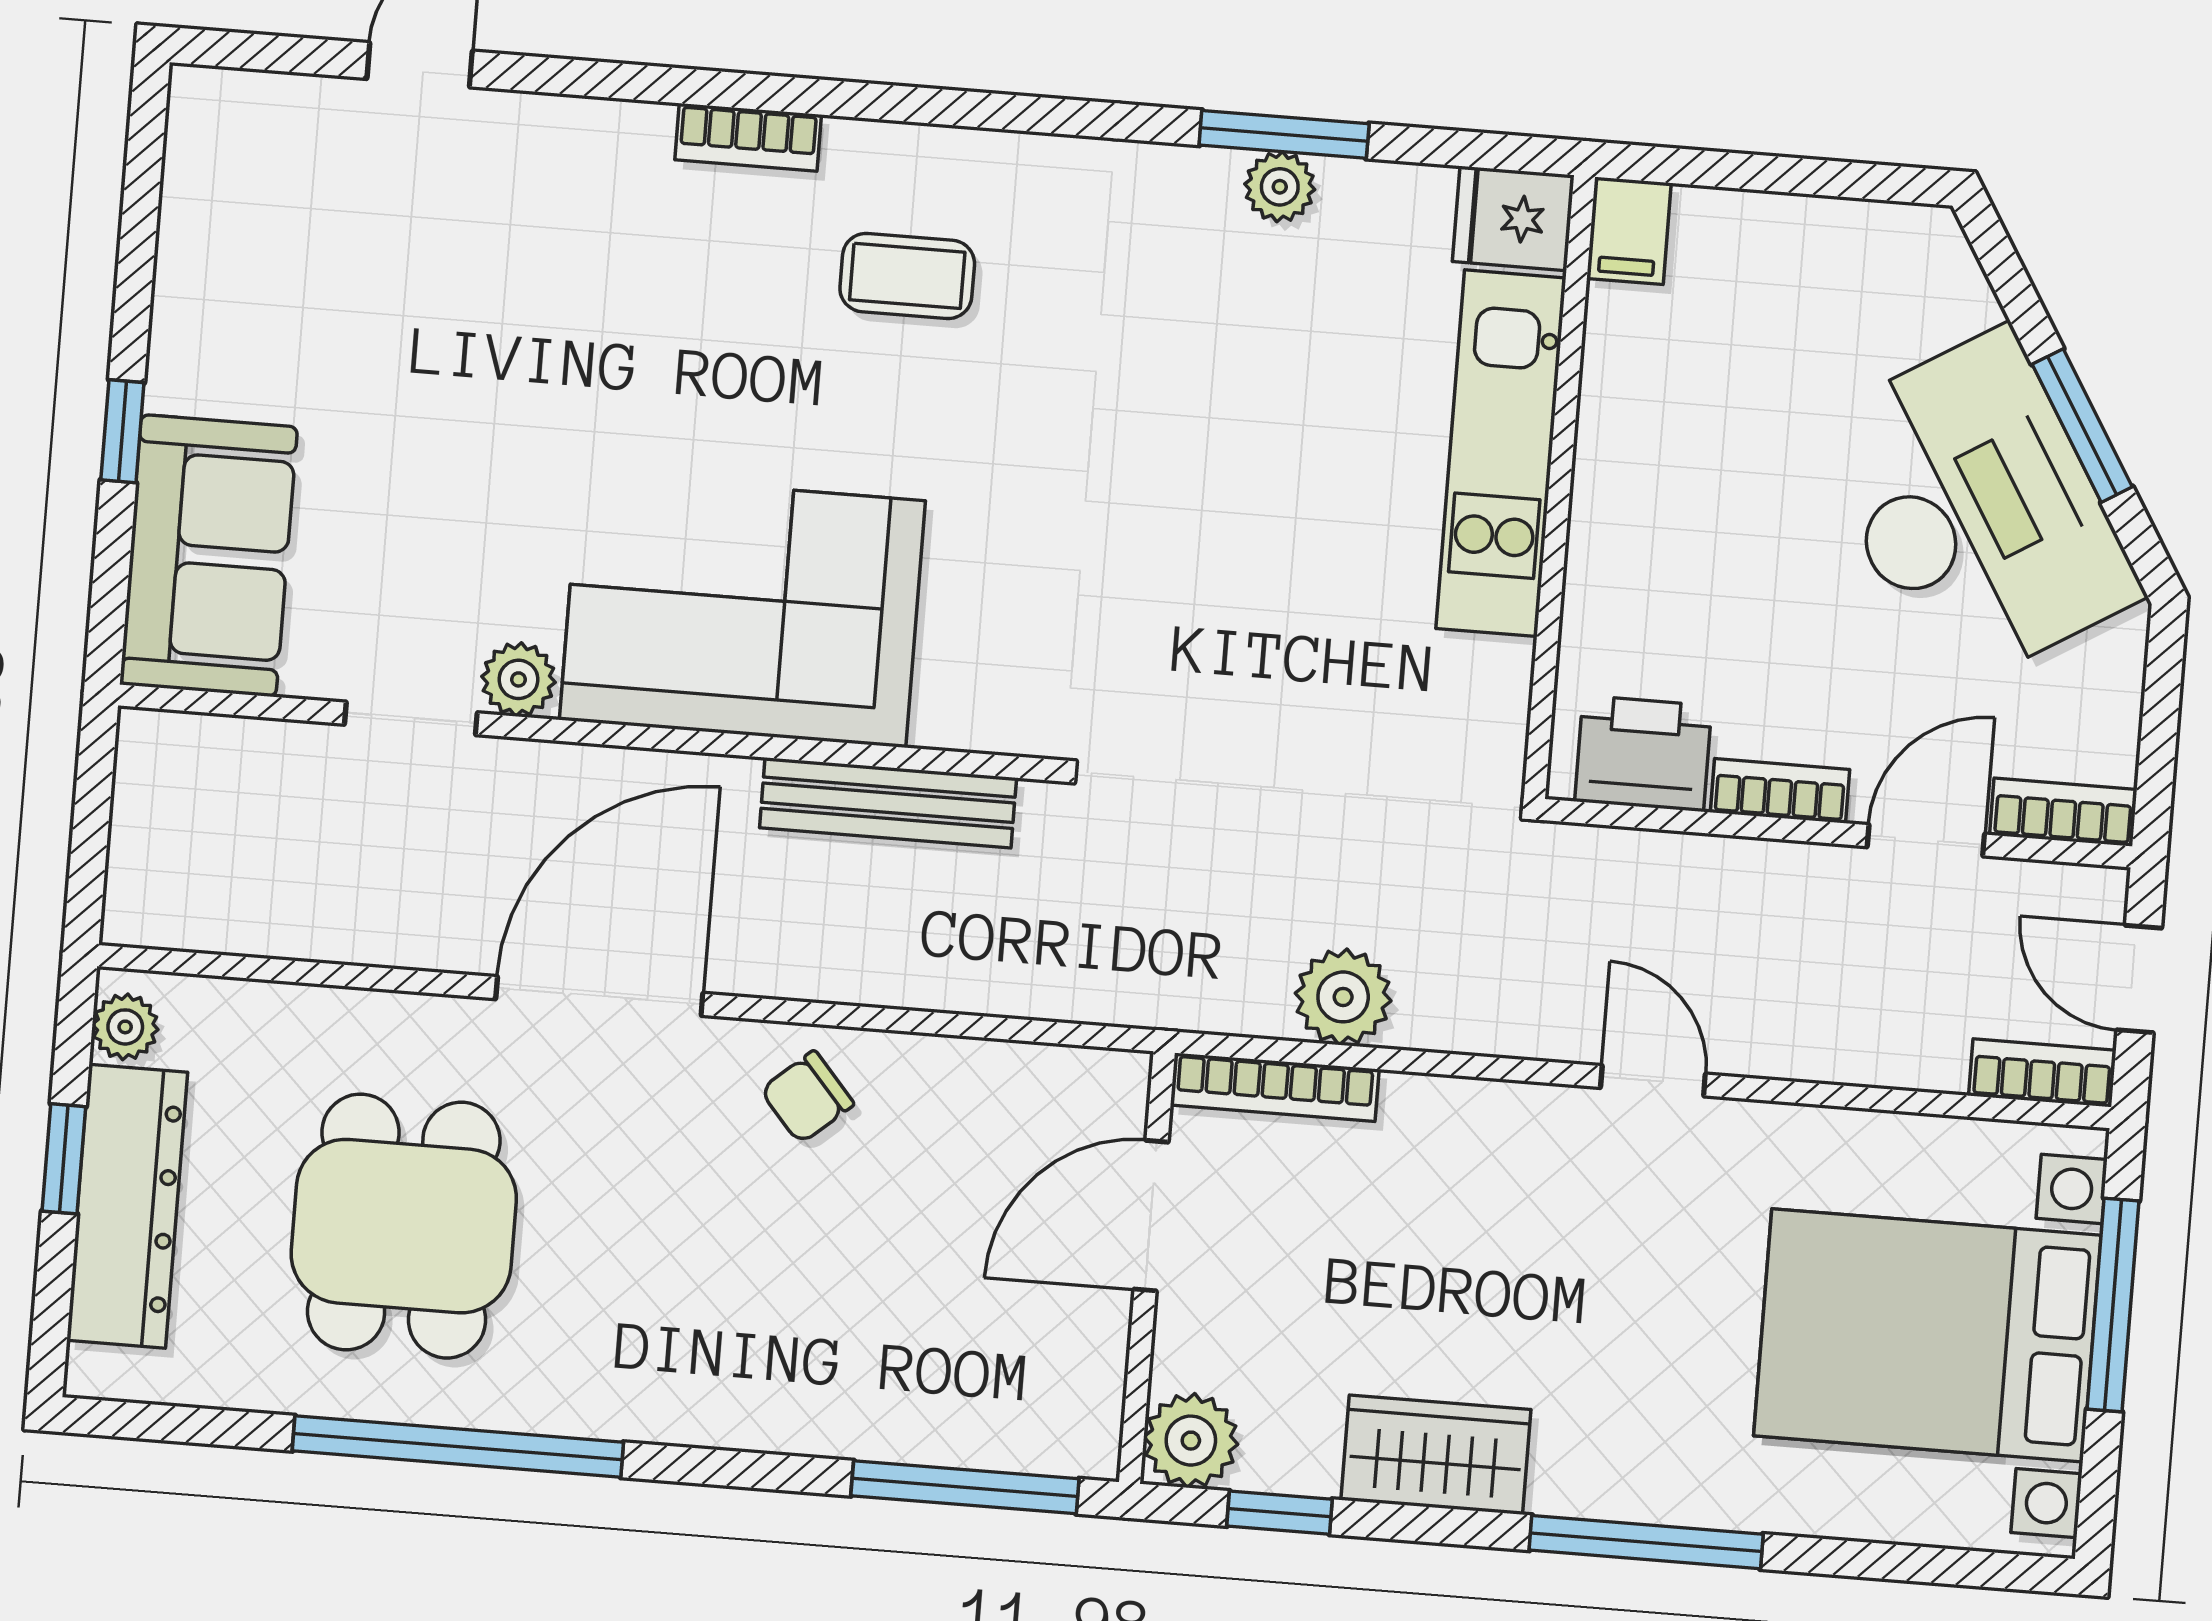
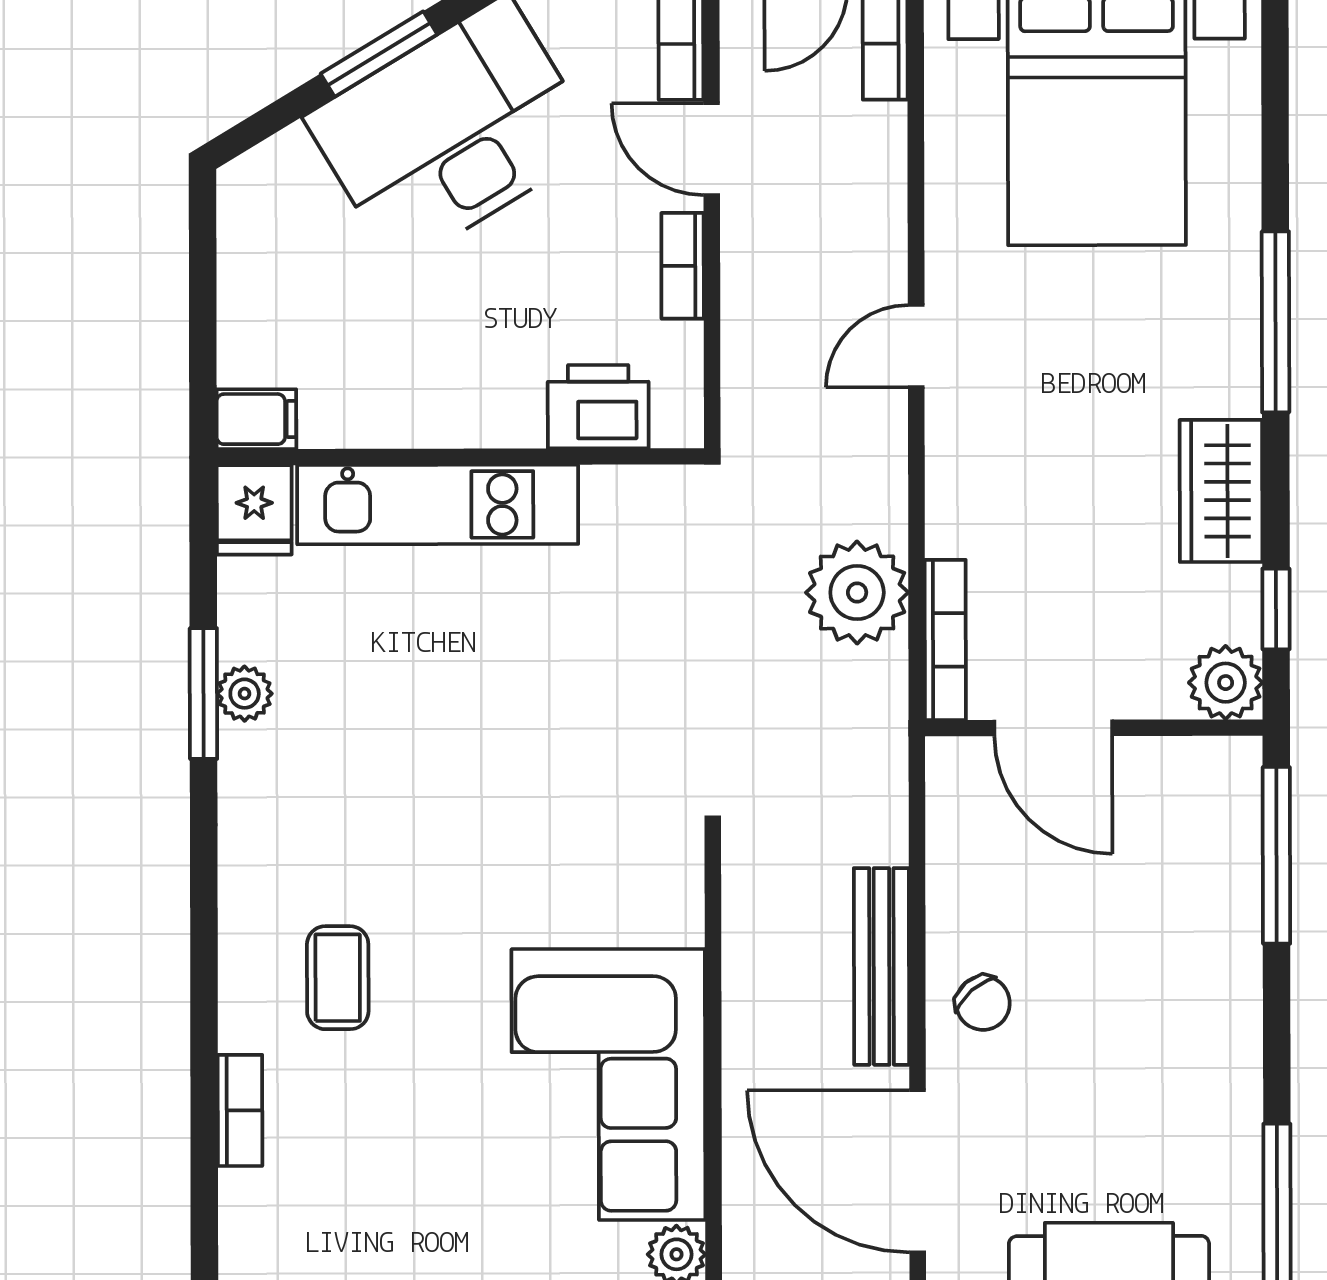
printer: (1643, 754) -> (598, 407), moved, turned 90
bench: (888, 803) -> (882, 966), moved
plant: (1343, 997) -> (857, 593), width x1.36, depth x1.36

